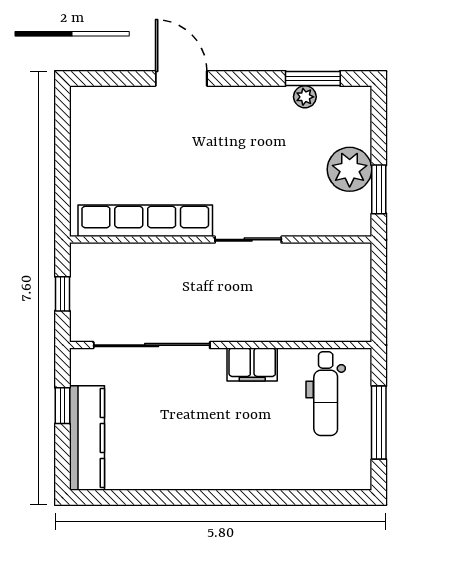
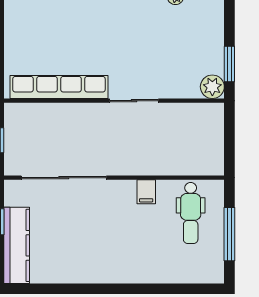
plant: (350, 169) -> (212, 87), moved, width x0.73, depth x0.73
filing cabinet: (252, 365) -> (146, 192), width x0.50

